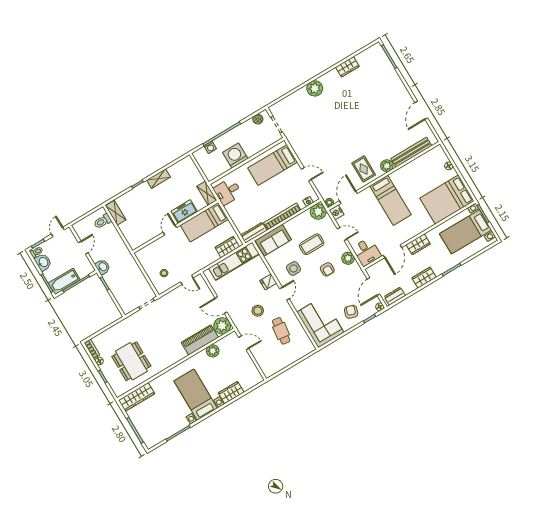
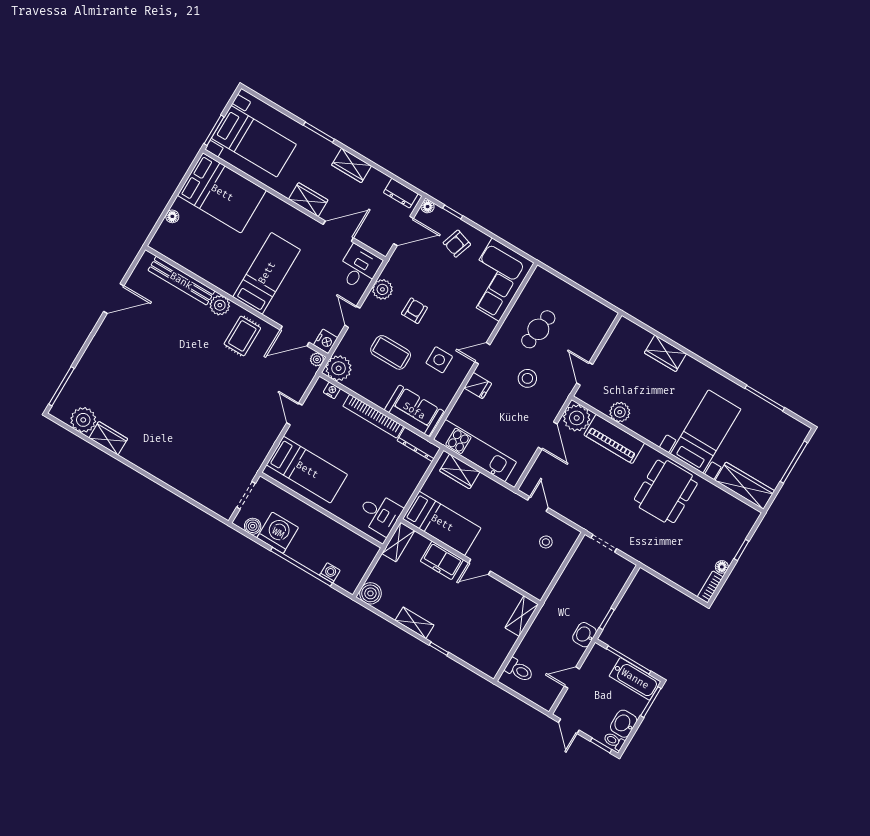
plant: (315, 88) -> (83, 420), moved
washing machine: (235, 156) -> (278, 533), moved, turned 180
boiler: (187, 163) -> (370, 593), added
shelving: (116, 213) -> (522, 616), moved
door: (58, 232) -> (569, 726), hinge flipped
dining table: (131, 361) -> (666, 491), moved
bed with nightstands: (196, 395) -> (706, 431), moved, turned 180

